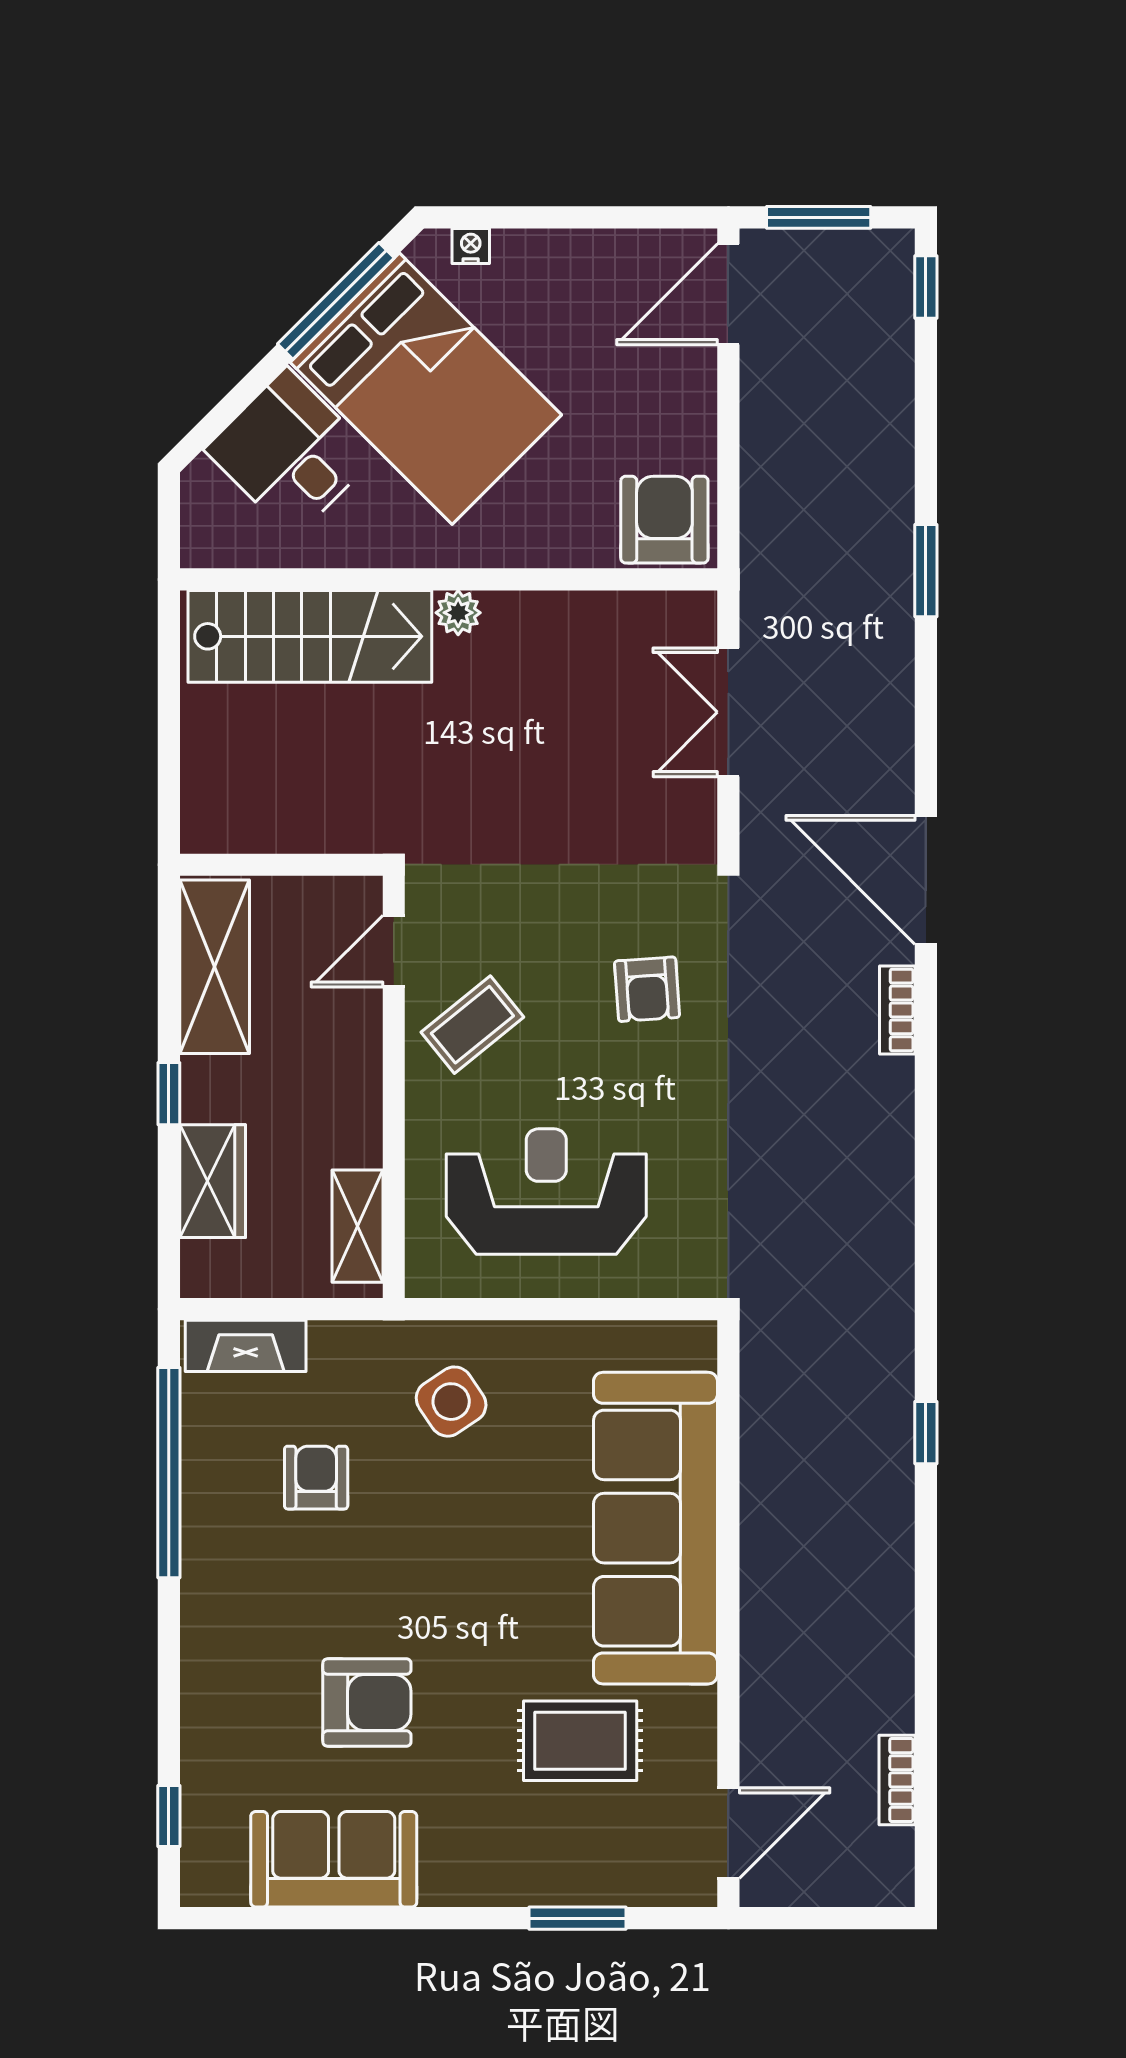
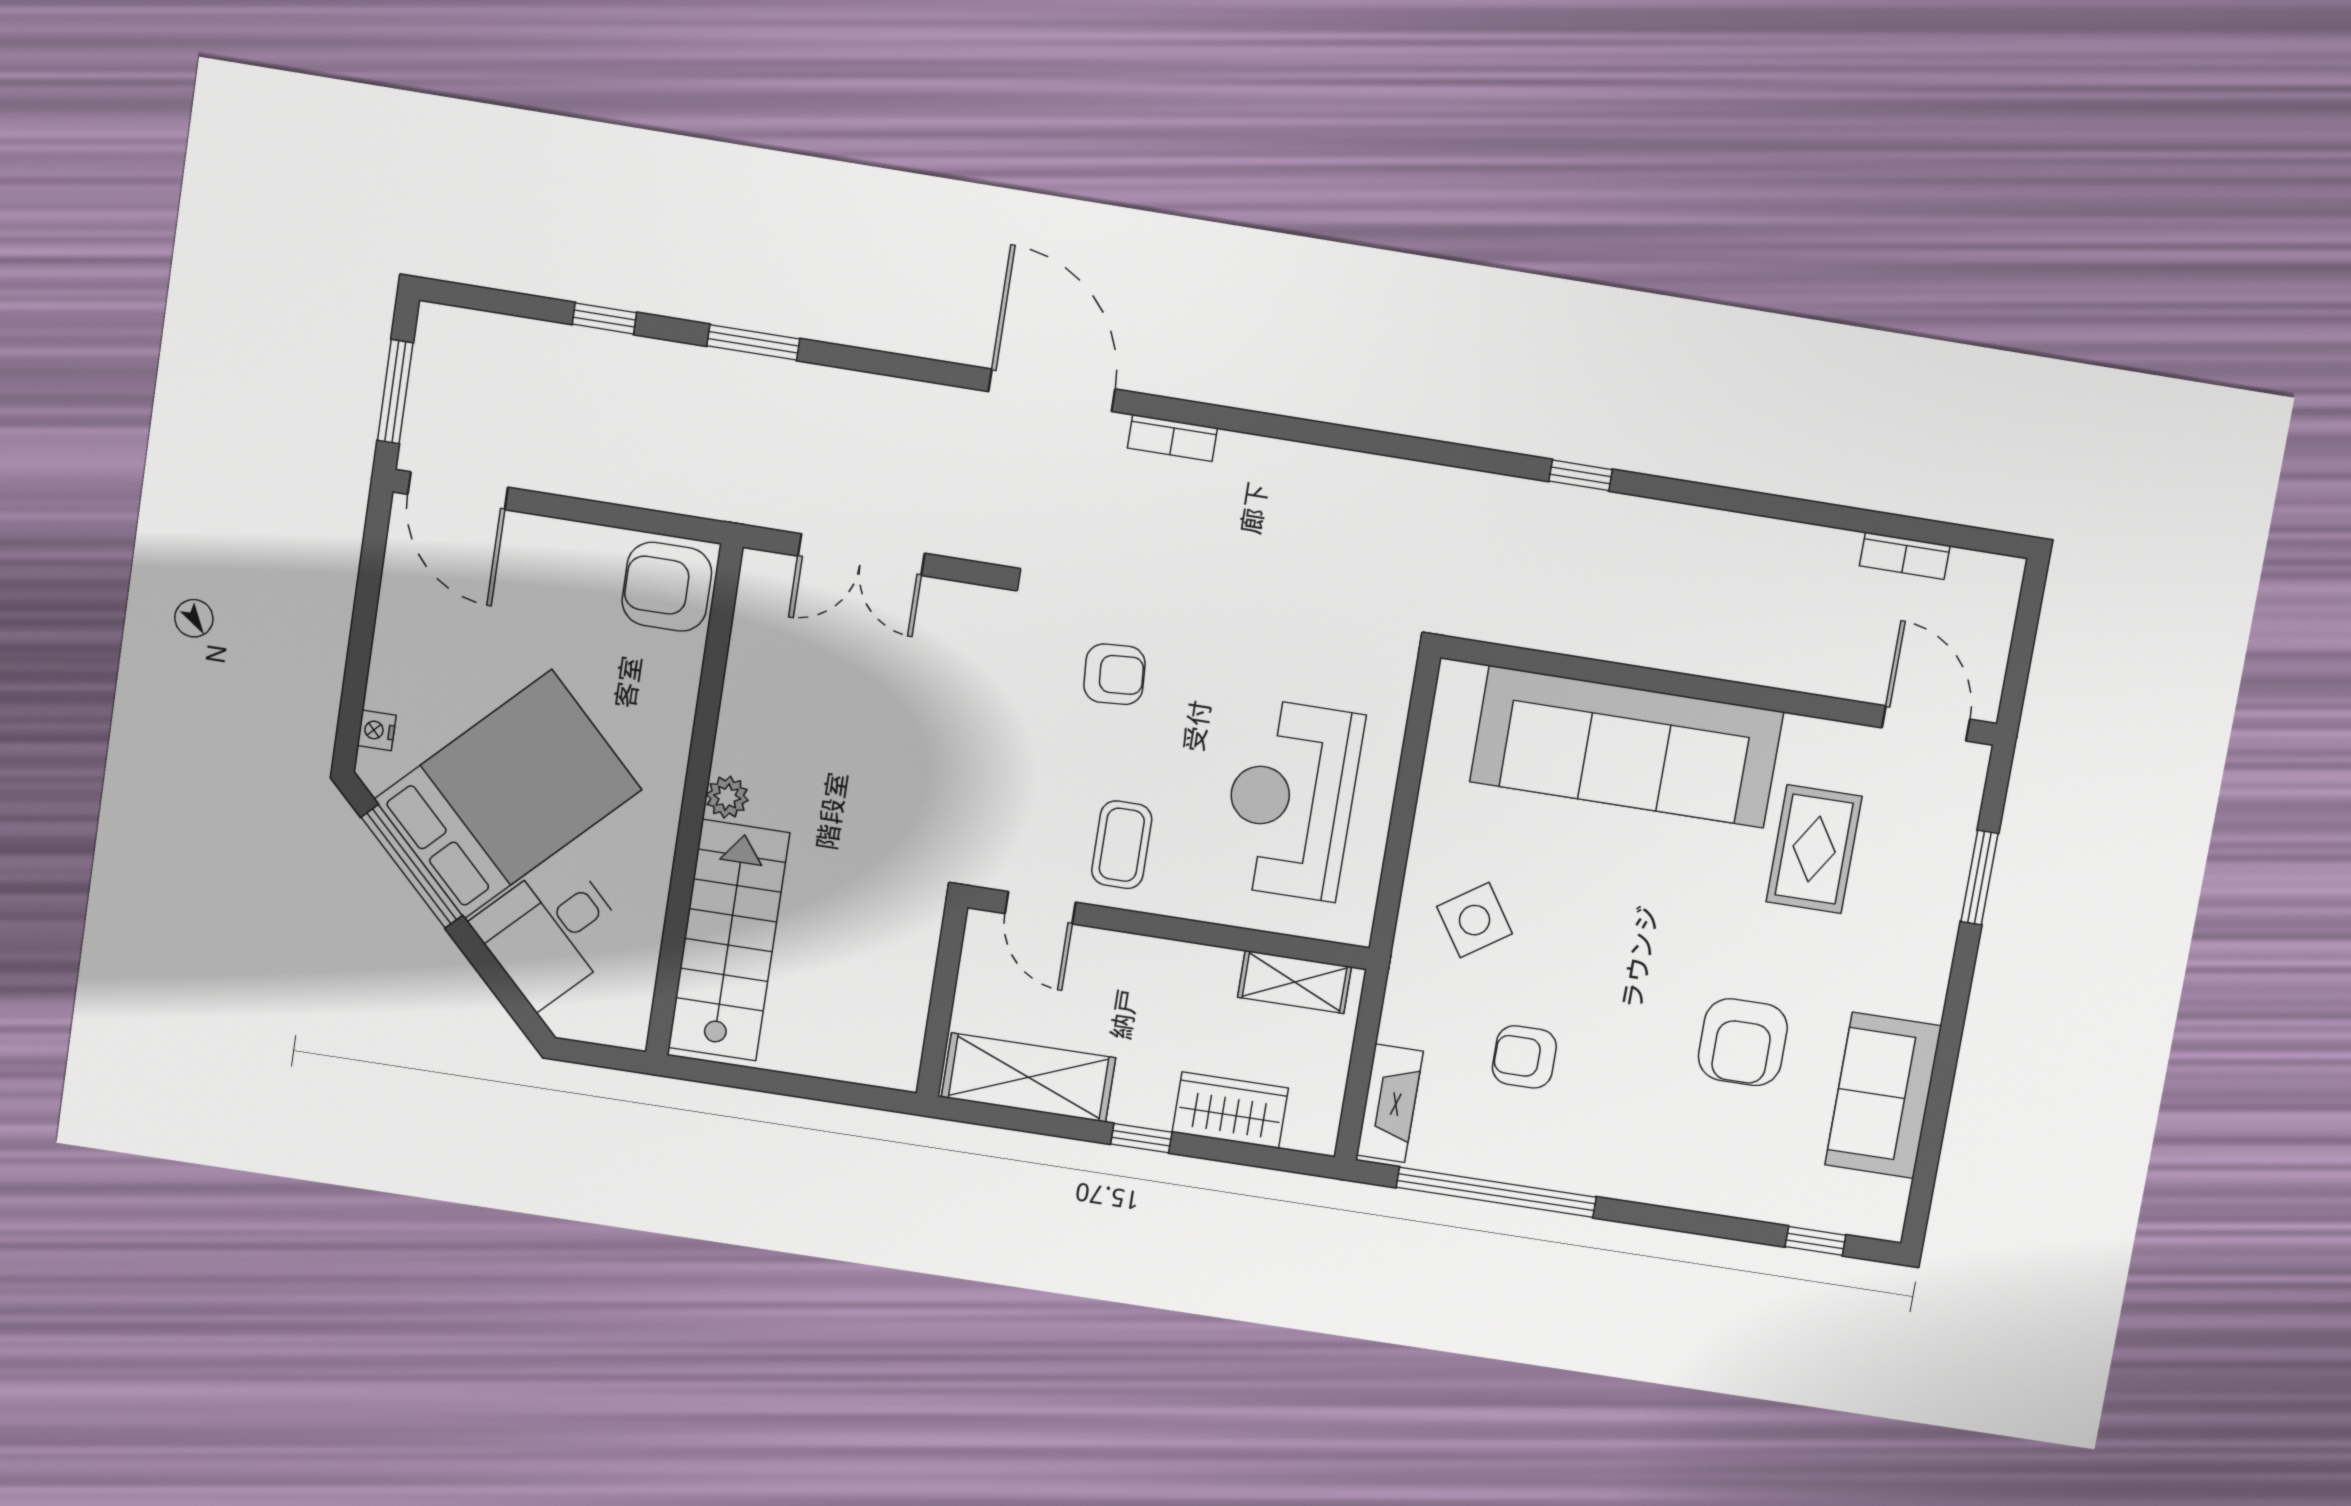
window: (926, 287) -> (604, 318), moved
door: (926, 880) -> (1052, 390), swing flipped
coffee table: (472, 1025) -> (1122, 845), turned 39
armchair: (367, 1703) -> (1743, 1042), turned 180

